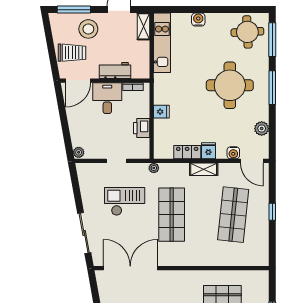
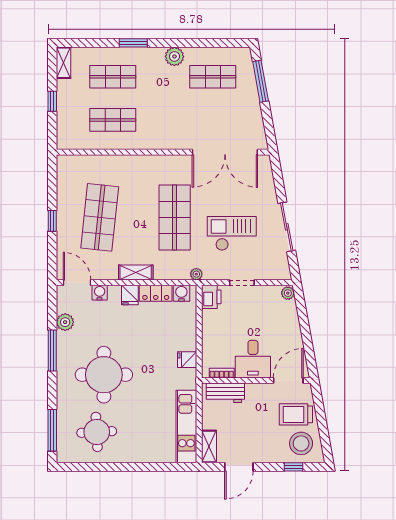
window: (74, 10) -> (294, 467), width x0.46
water cooler: (198, 20) -> (181, 293), moved, turned 180
stool: (88, 29) -> (301, 443), moved
round table: (247, 32) -> (97, 432), moved
workbench: (115, 70) -> (225, 393), moved
window: (272, 88) -> (52, 350), moved
fridge: (161, 112) -> (187, 360), moved
printer: (142, 128) -> (211, 297), moved
checkout: (125, 201) -> (232, 233), turned 180
sliding door: (84, 233) -> (287, 227), moved

